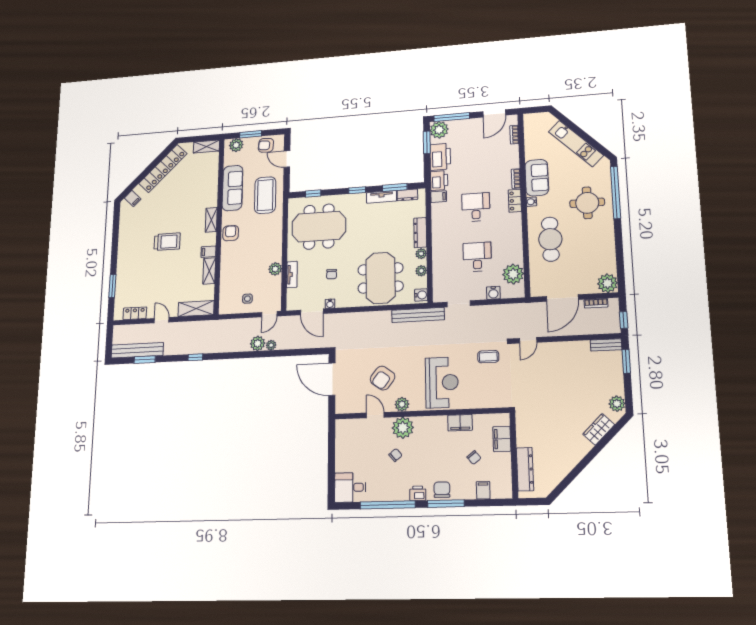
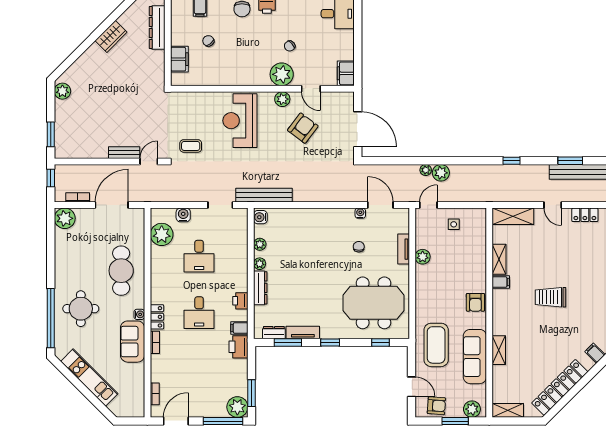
printer: (440, 157) -> (240, 301), moved, width x0.53, depth x0.68
shelving: (211, 220) -> (499, 350), moved
meeting table: (381, 278) -> (304, 239), removed
bench: (606, 345) -> (124, 153), moved
filing cabinet: (460, 423) -> (346, 73), moved, turned -90
wardrobe: (599, 429) -> (111, 36), moved

